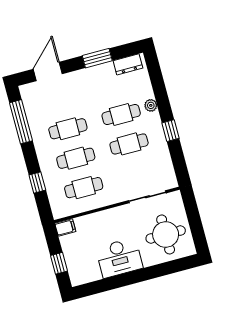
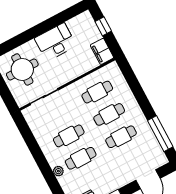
window: (170, 131) -> (38, 154), removed
window: (37, 183) -> (136, 88), removed
filing cabinet: (65, 227) -> (102, 51), width x2.00

